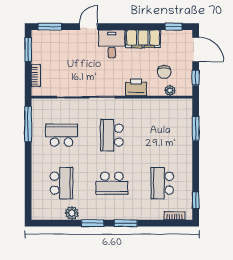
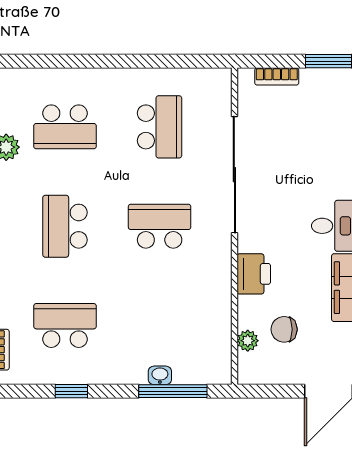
window: (196, 78) -> (273, 391), removed
window: (28, 124) -> (181, 61), removed
window: (196, 128) -> (173, 391), width x1.44
washbasin: (188, 135) -> (160, 375), added
window: (196, 200) -> (71, 391), moved

